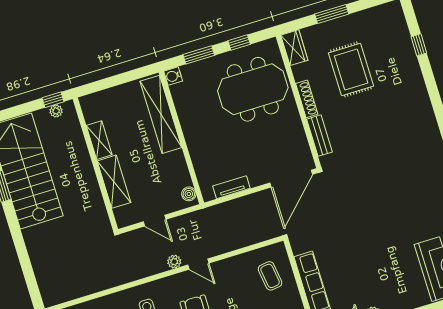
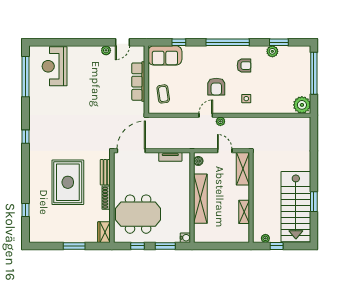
rug: (351, 70) -> (68, 182), moved, width x1.37, depth x1.44
window: (53, 100) -> (277, 246), moved
shelving: (161, 114) -> (200, 199), moved
shelving: (114, 182) -> (243, 169), moved
door: (198, 264) -> (206, 115), hinge flipped

